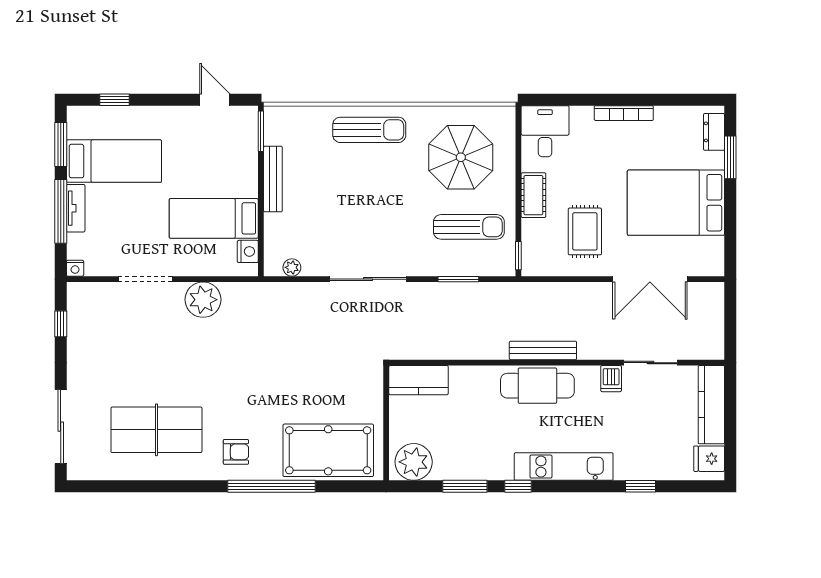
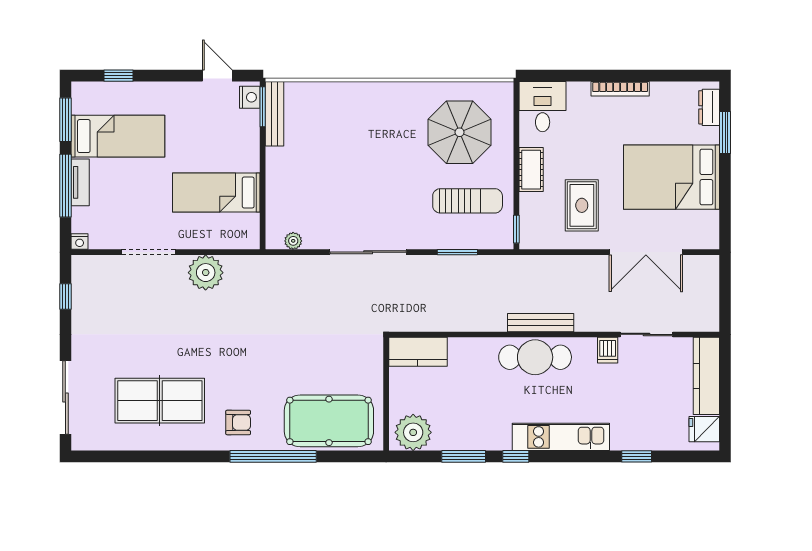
sun lounger: (369, 130) -> (369, 105), removed
bench: (273, 179) -> (275, 114), moved
nightstand: (248, 251) -> (250, 97), moved

